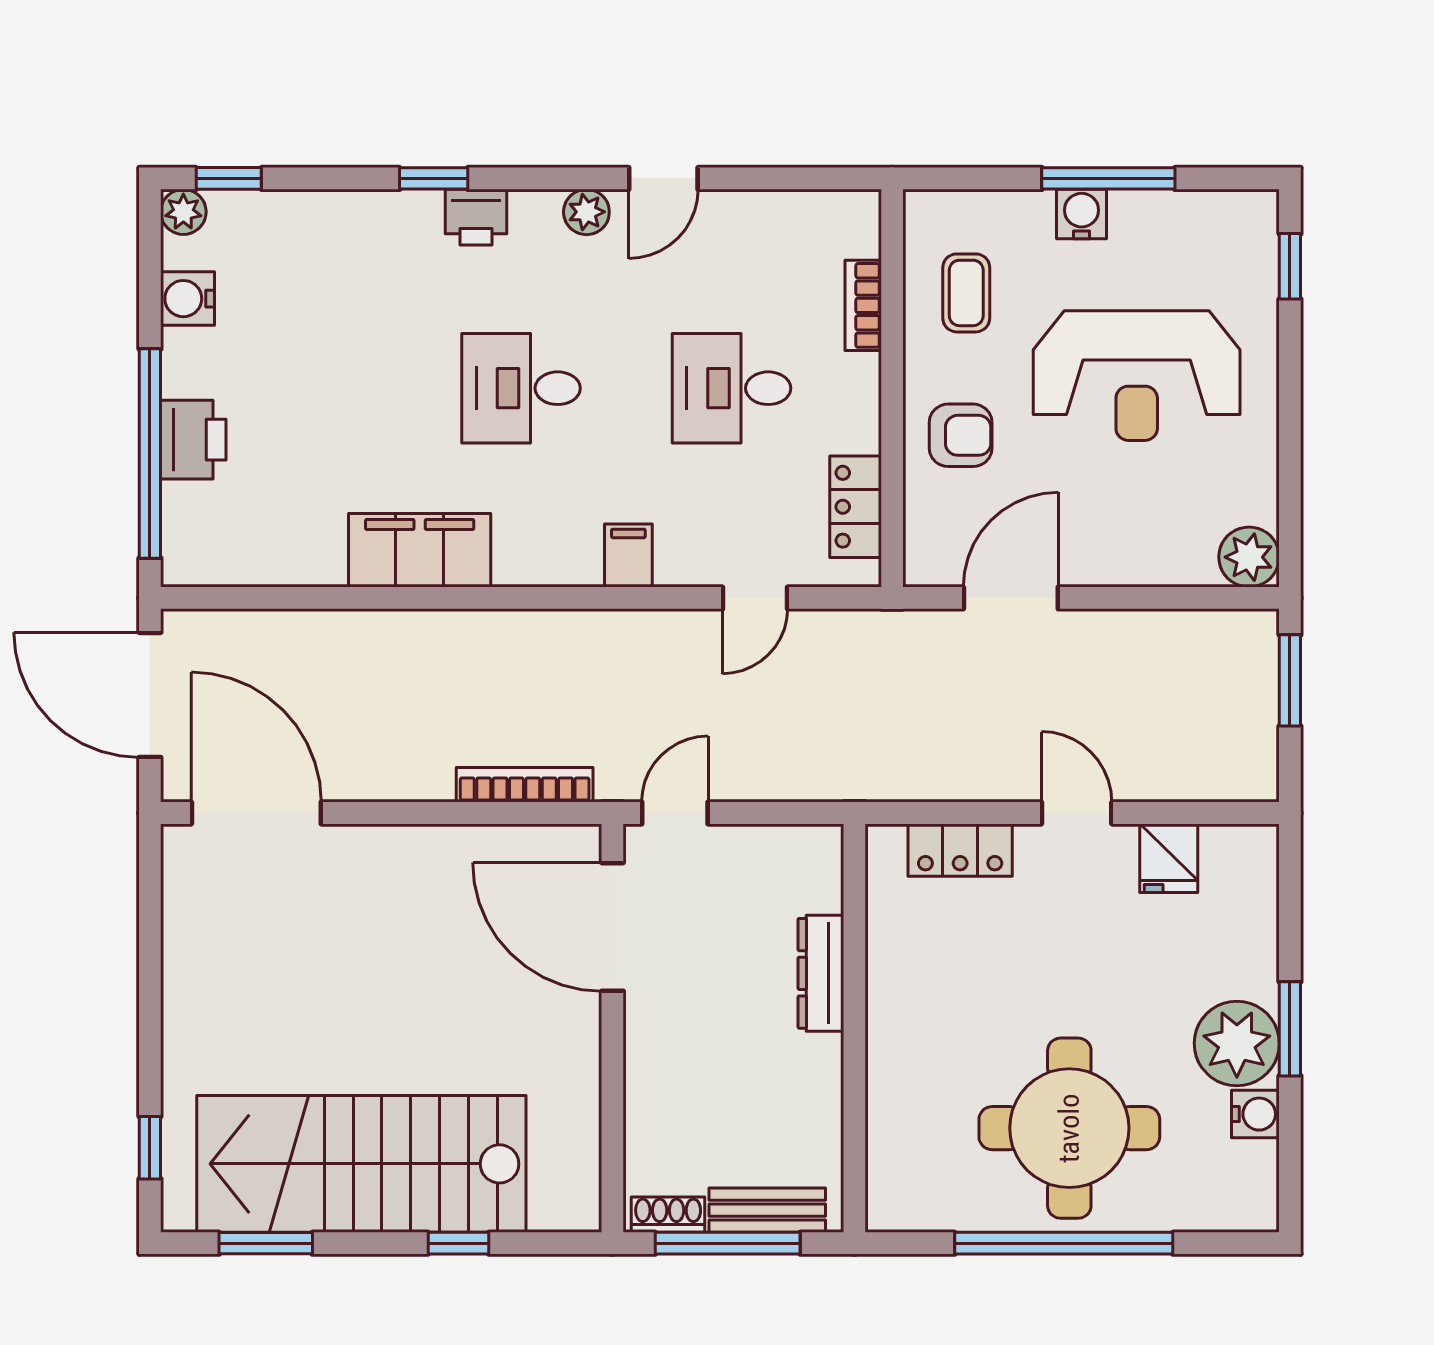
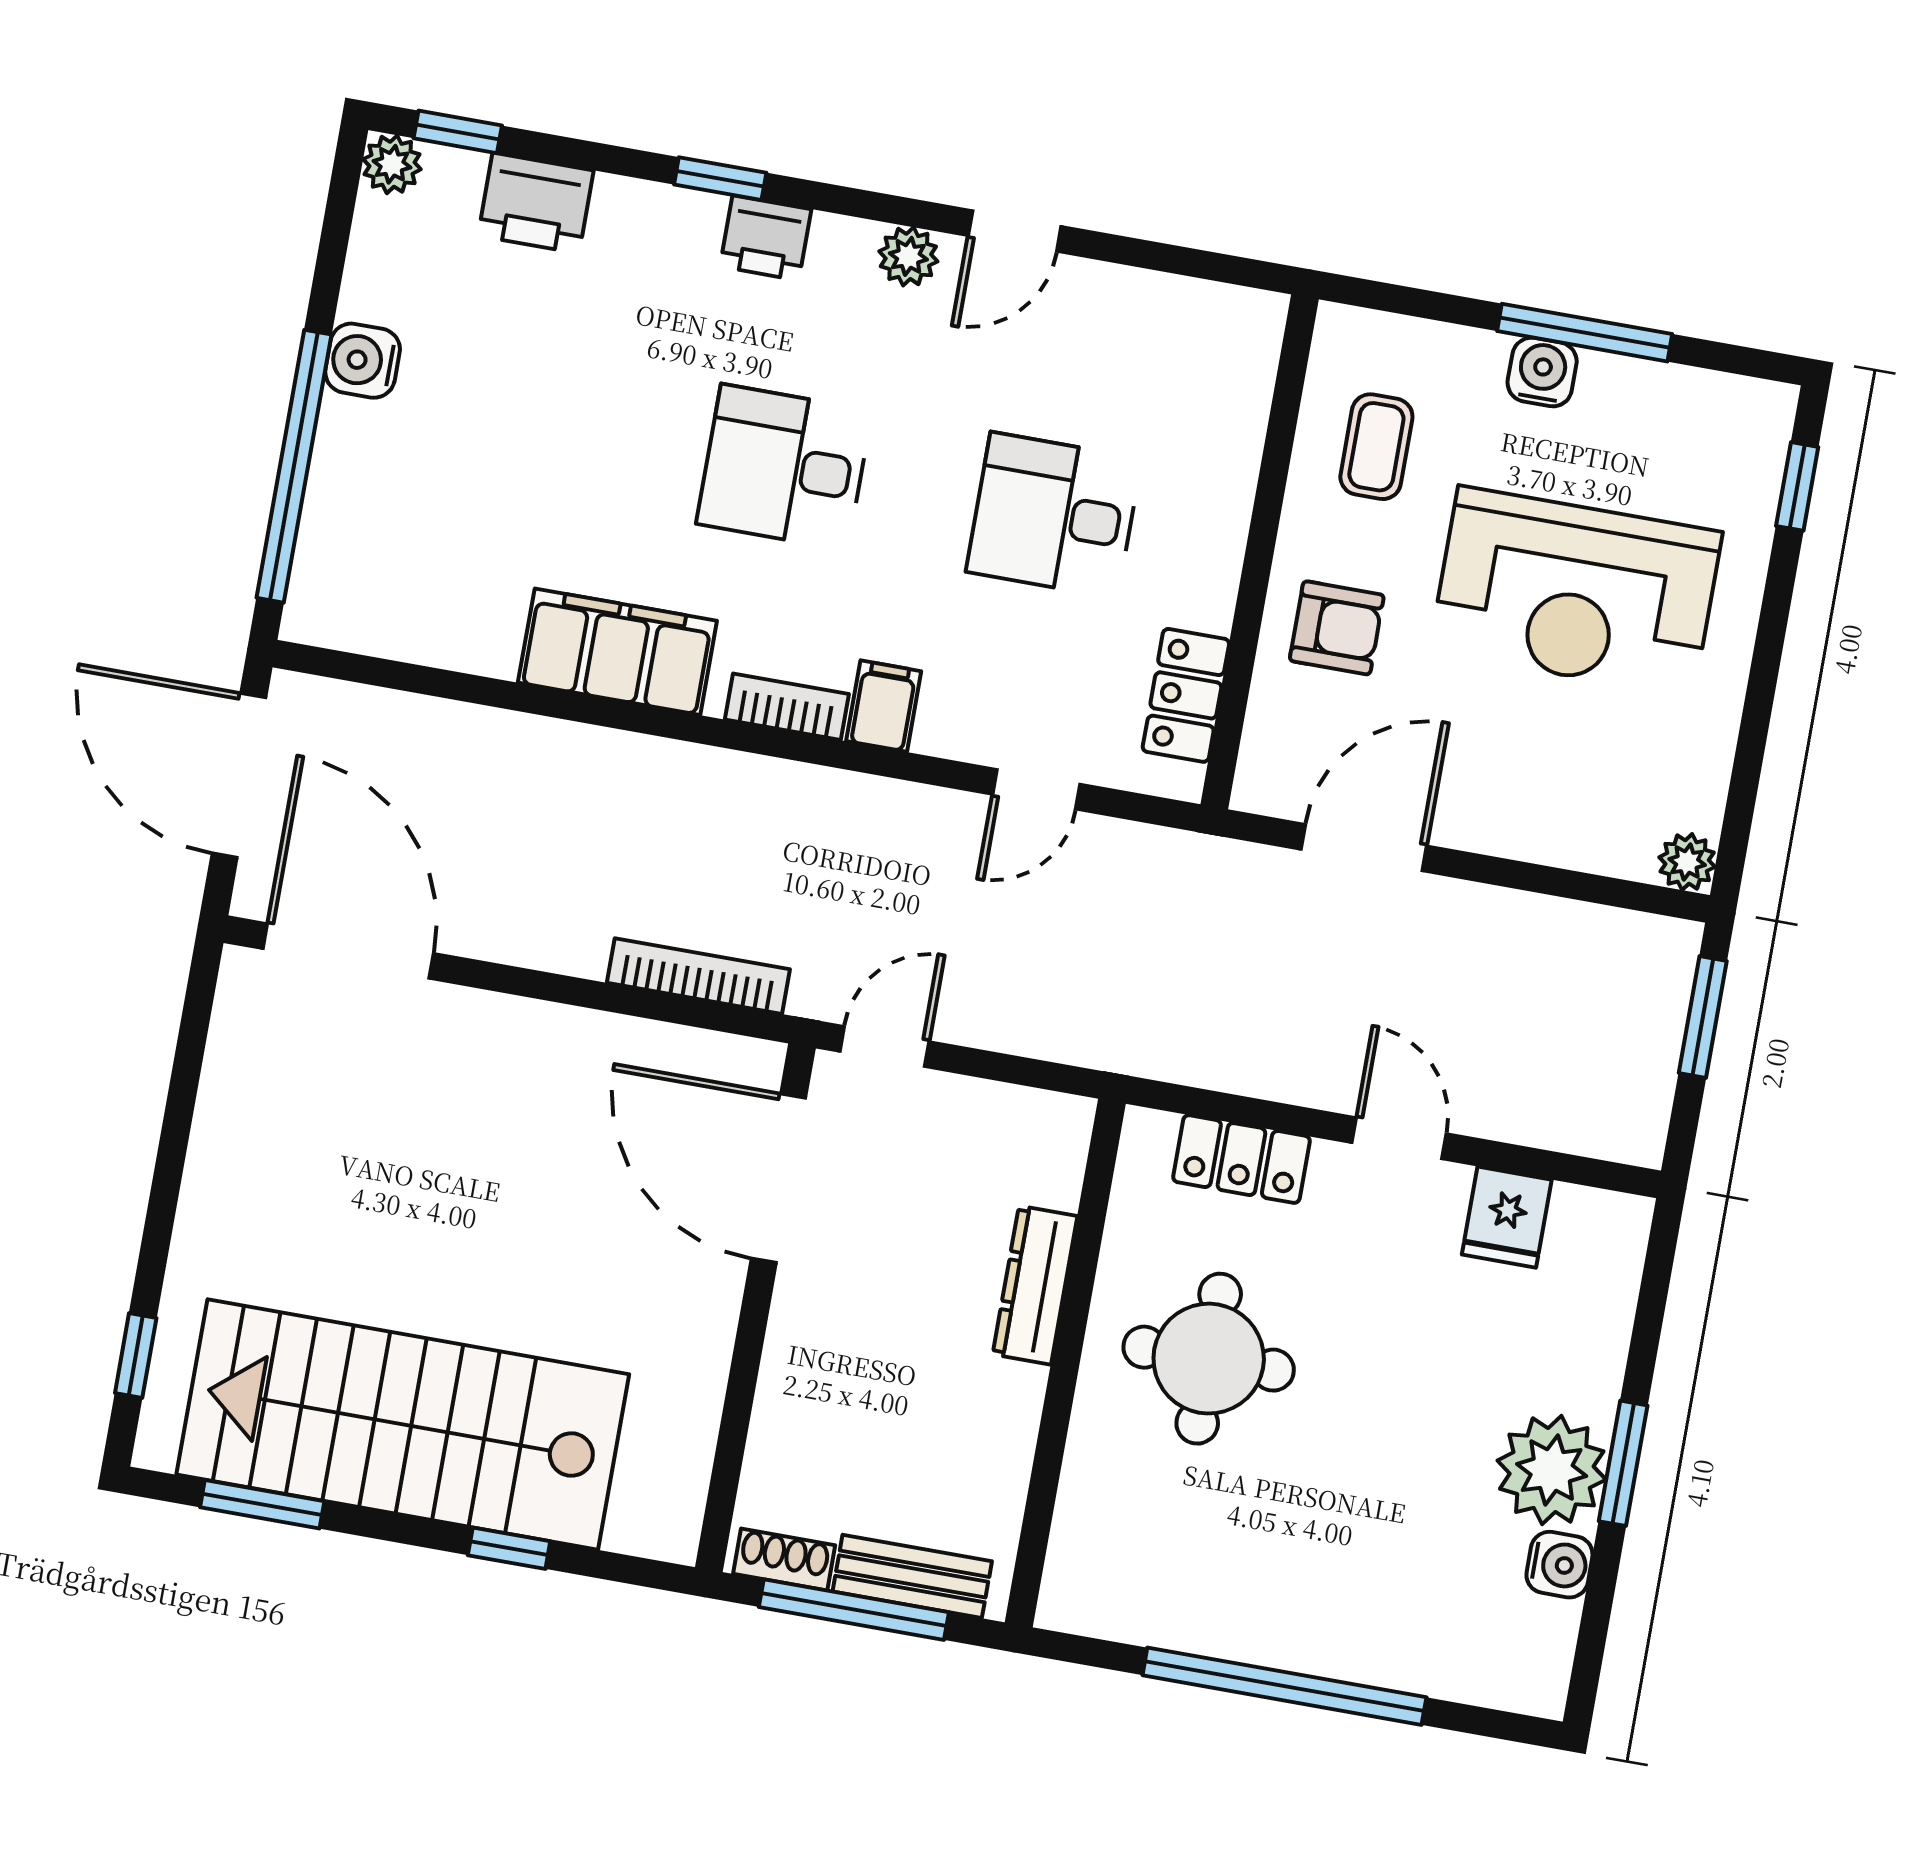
water cooler: (188, 299) -> (363, 361), moved
bookcase: (863, 305) -> (787, 707), moved, turned 90
printer: (193, 440) -> (536, 203), moved, turned 90
plant: (1249, 557) -> (1687, 862), width x0.73, depth x0.73
round table: (1069, 1128) -> (1209, 1359), moved, width x0.73, depth x0.73

